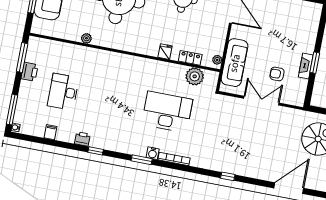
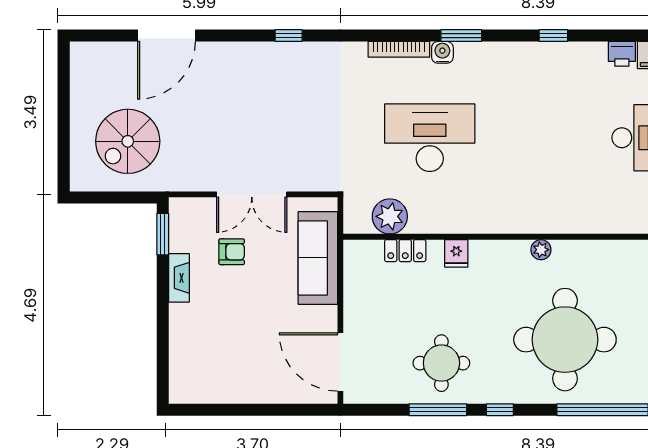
plant: (86, 38) -> (541, 250), moved
plant: (217, 60) -> (352, 257), removed
window: (315, 63) -> (163, 234), moved
desk: (167, 112) -> (430, 138), turned 180
printer: (82, 139) -> (622, 54), moved

